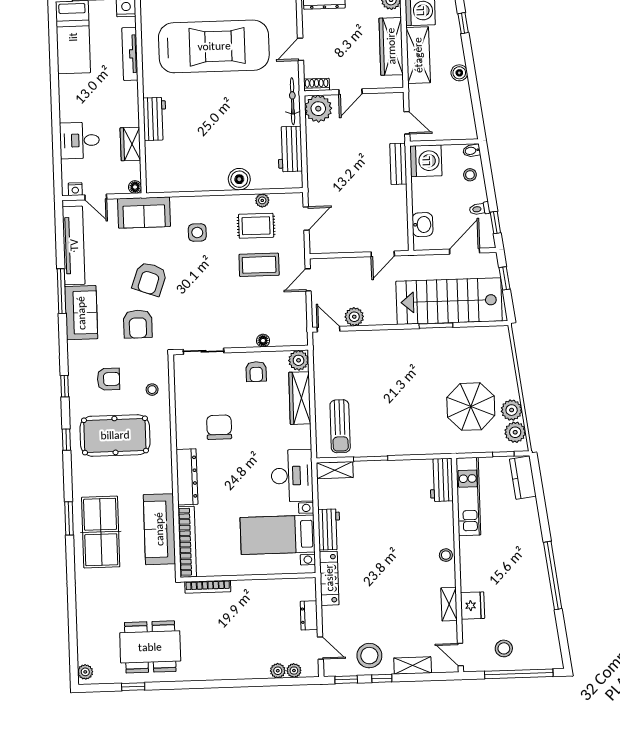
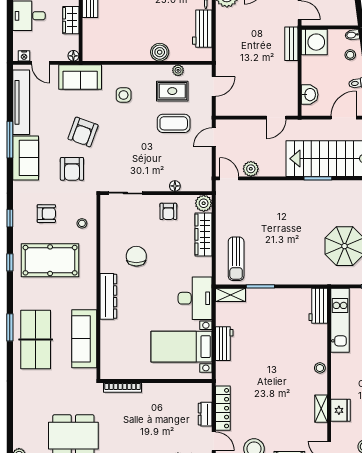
bookcase: (187, 542) -> (107, 350), removed
locker: (329, 578) -> (223, 408), moved

